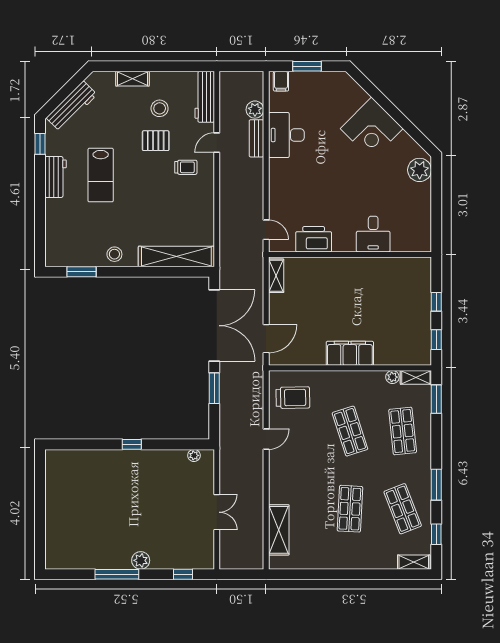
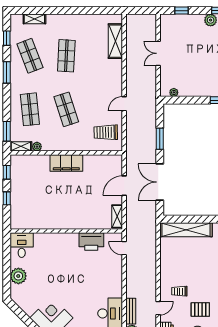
plant: (420, 170) -> (18, 276), moved
desk: (373, 234) -> (22, 245), moved
double door: (214, 326) -> (160, 182), width x0.73
door: (266, 339) -> (124, 186), moved
shelving: (414, 562) -> (34, 19), moved

